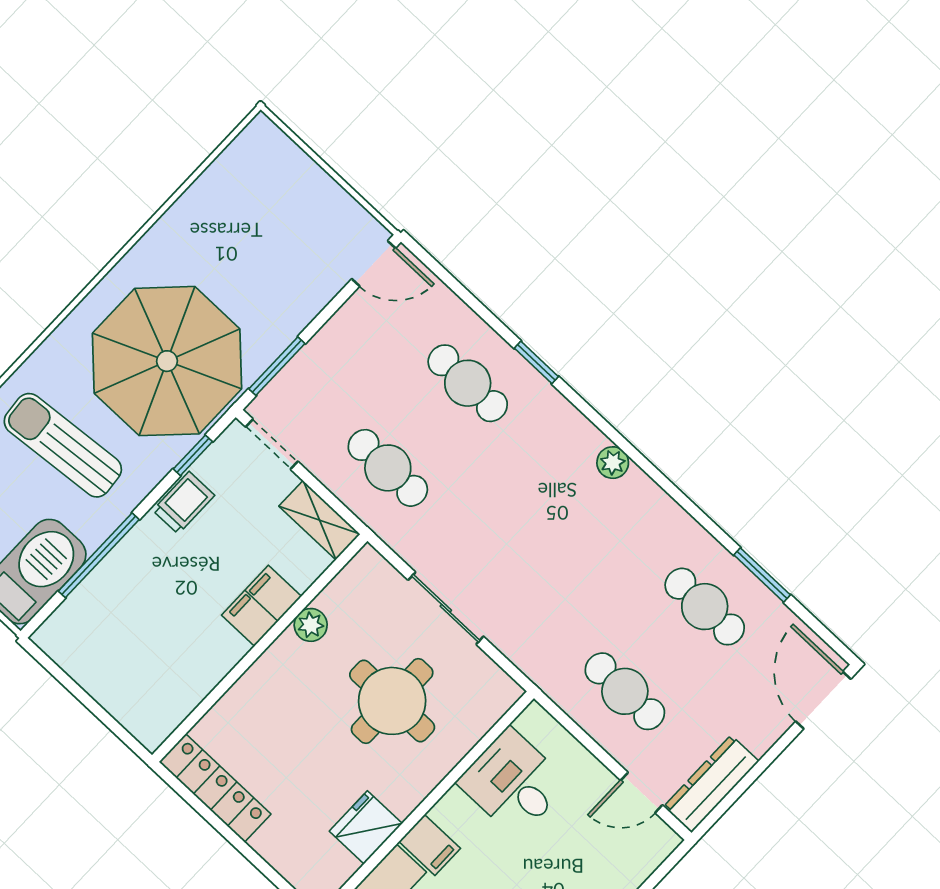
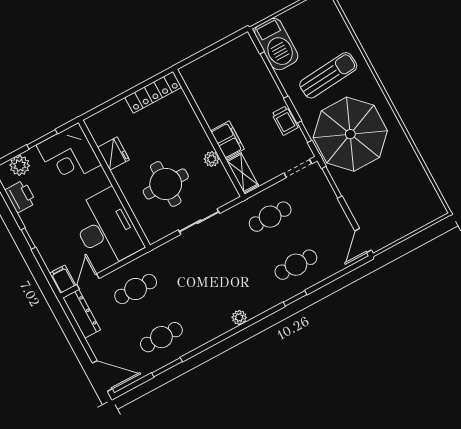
shelving: (320, 520) -> (242, 173), moved, turned 90
desk: (513, 783) -> (106, 229), width x1.87, depth x1.30
filing cabinet: (430, 845) -> (63, 279), moved, turned 90

